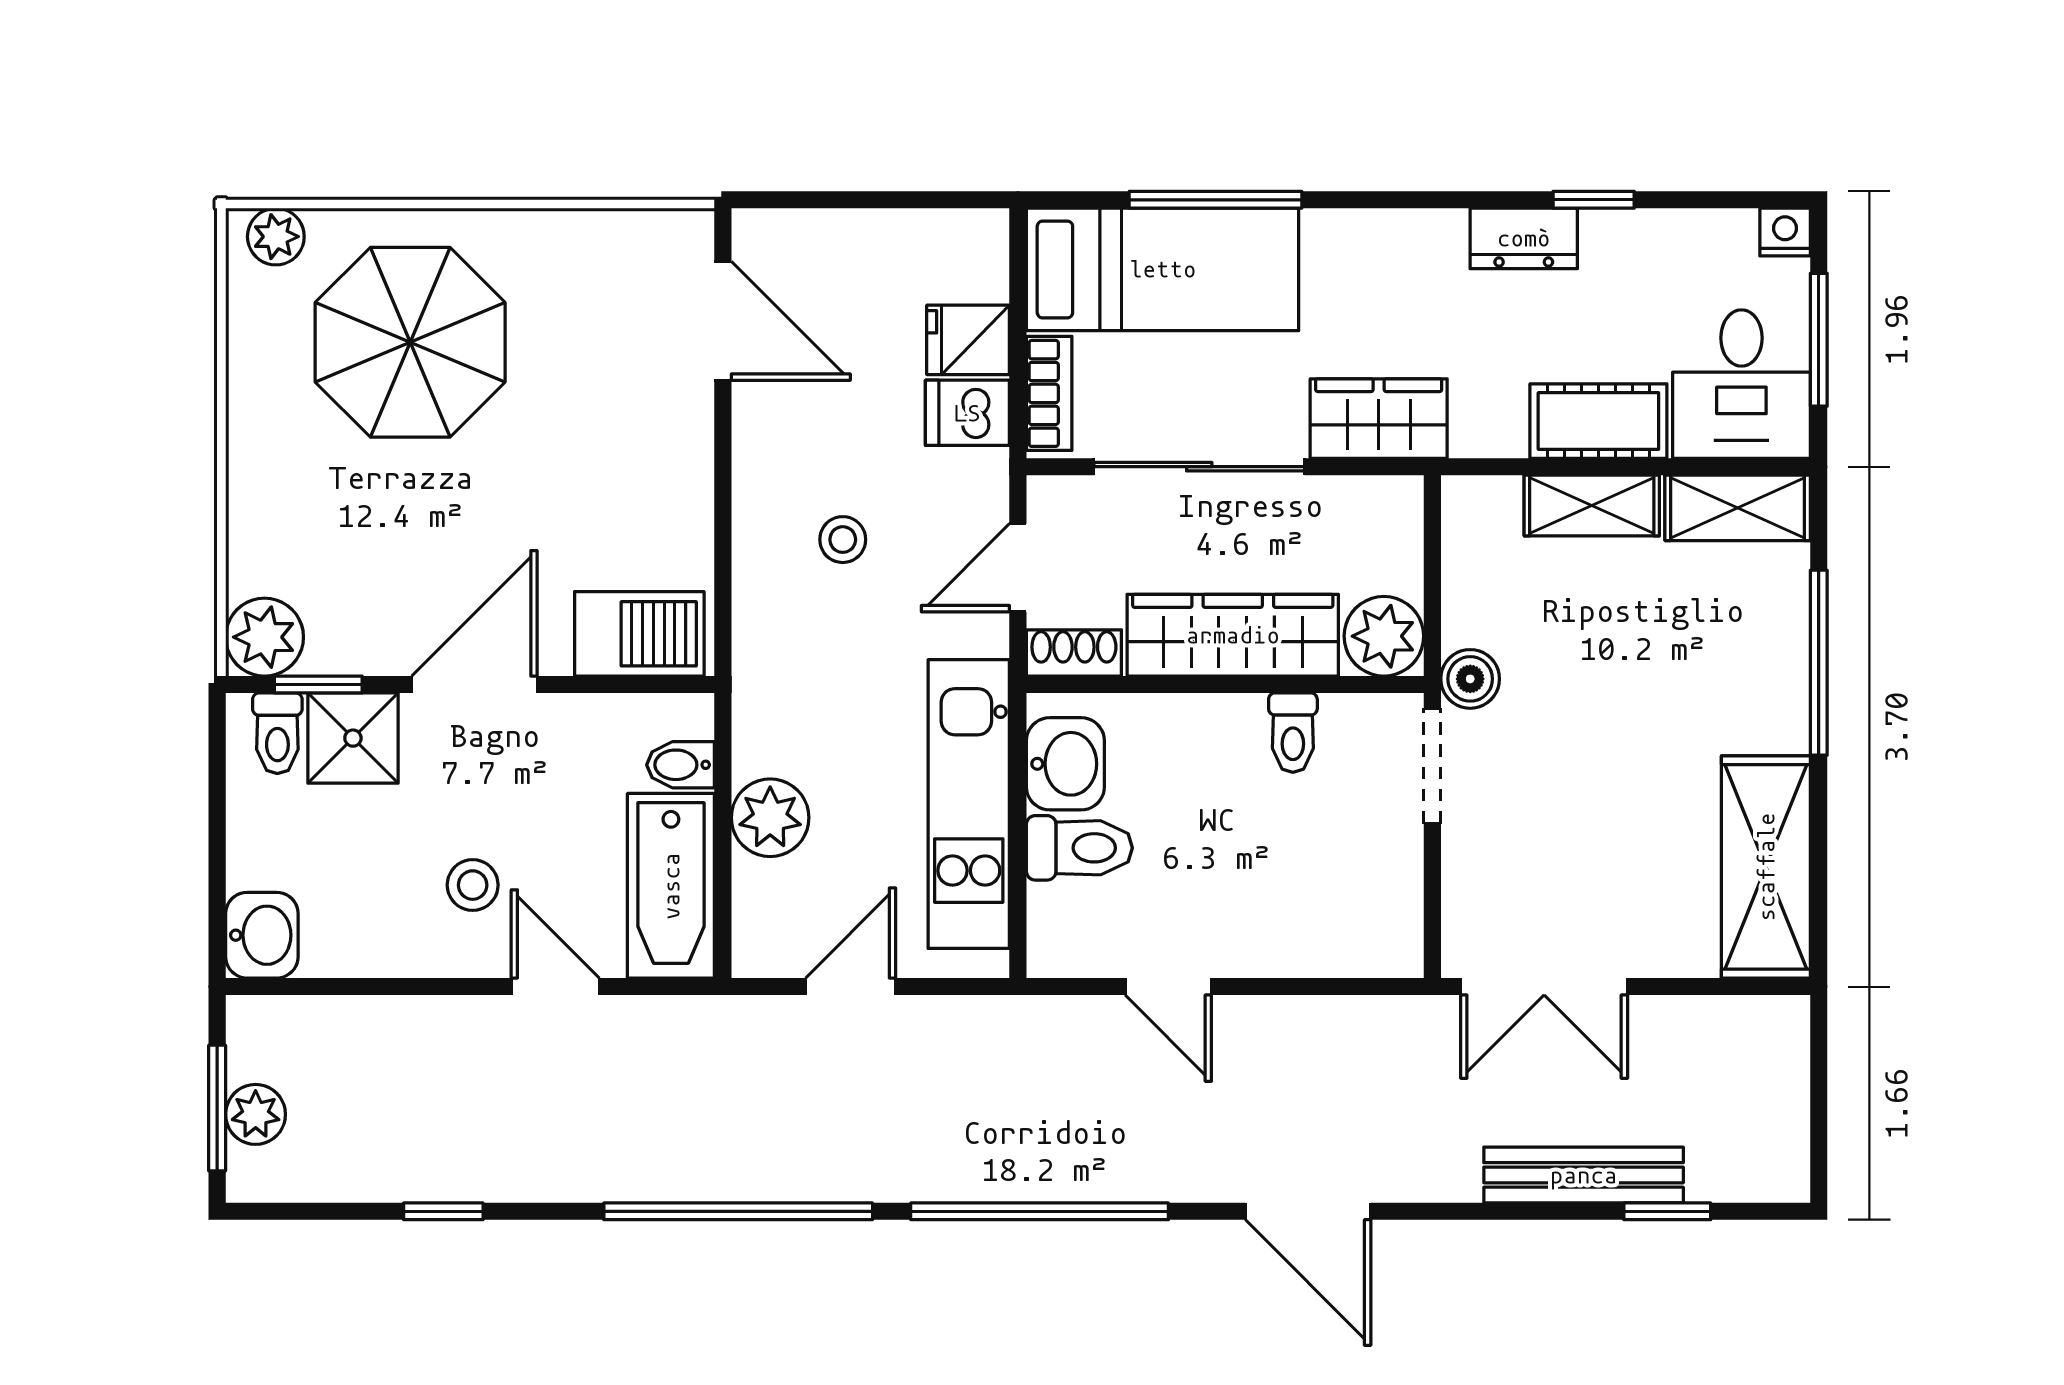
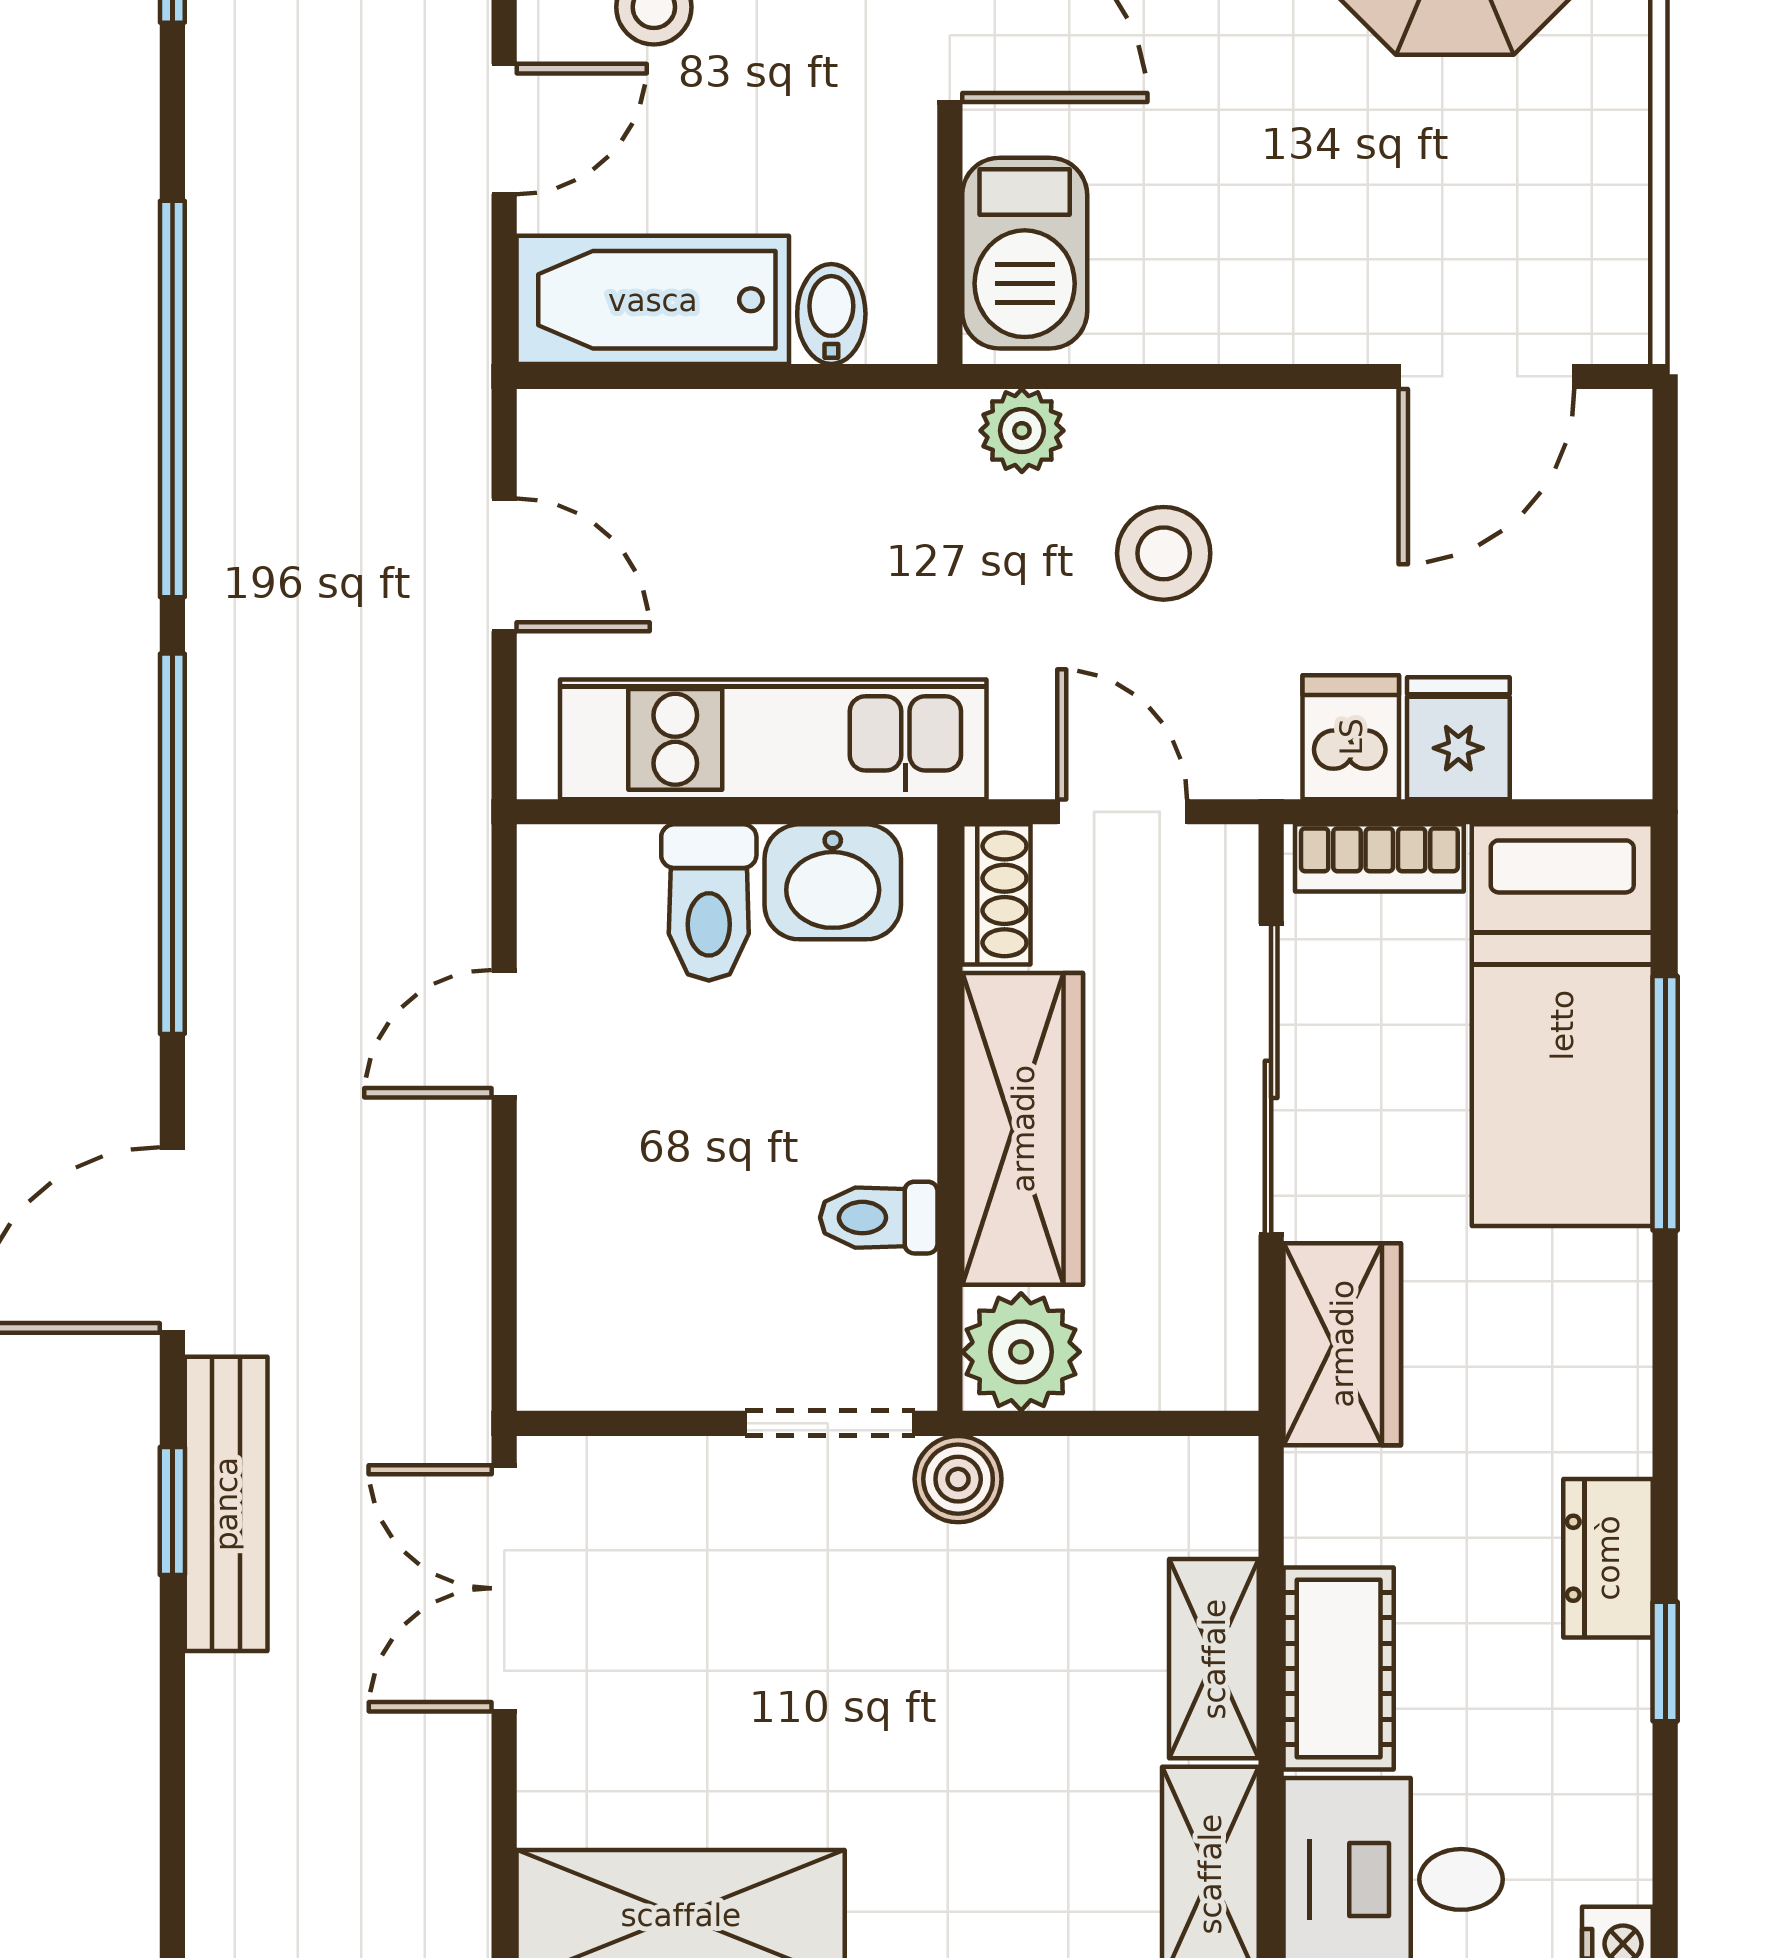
stool: (843, 540) -> (1164, 553), width x1.37, depth x1.37
plant: (770, 818) -> (1022, 431), moved, width x0.73, depth x0.73
bench: (1584, 1175) -> (226, 1504), moved
window: (1667, 1211) -> (172, 1511), moved

